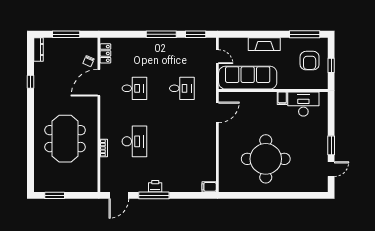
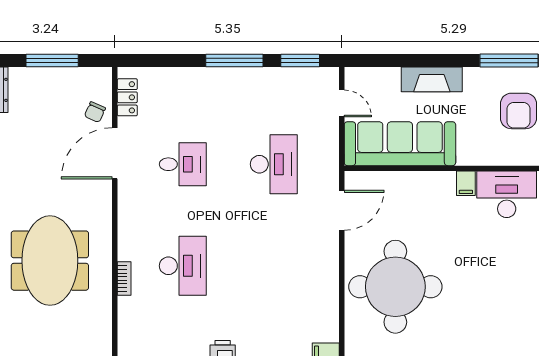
desk: (182, 88) -> (274, 164), width x1.37
round table: (266, 159) -> (395, 287), moved

